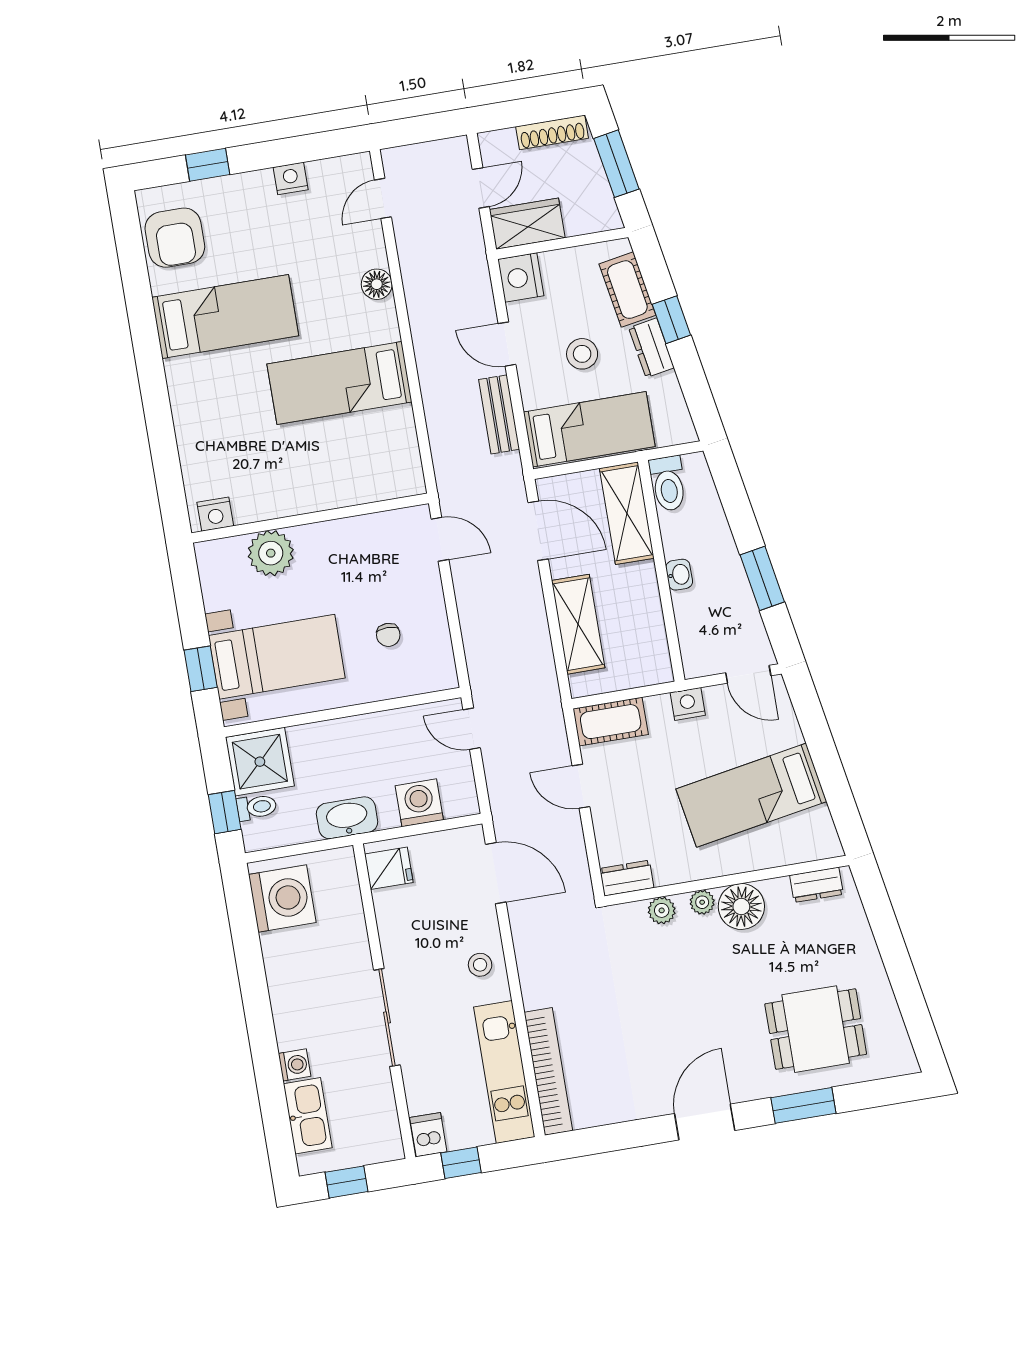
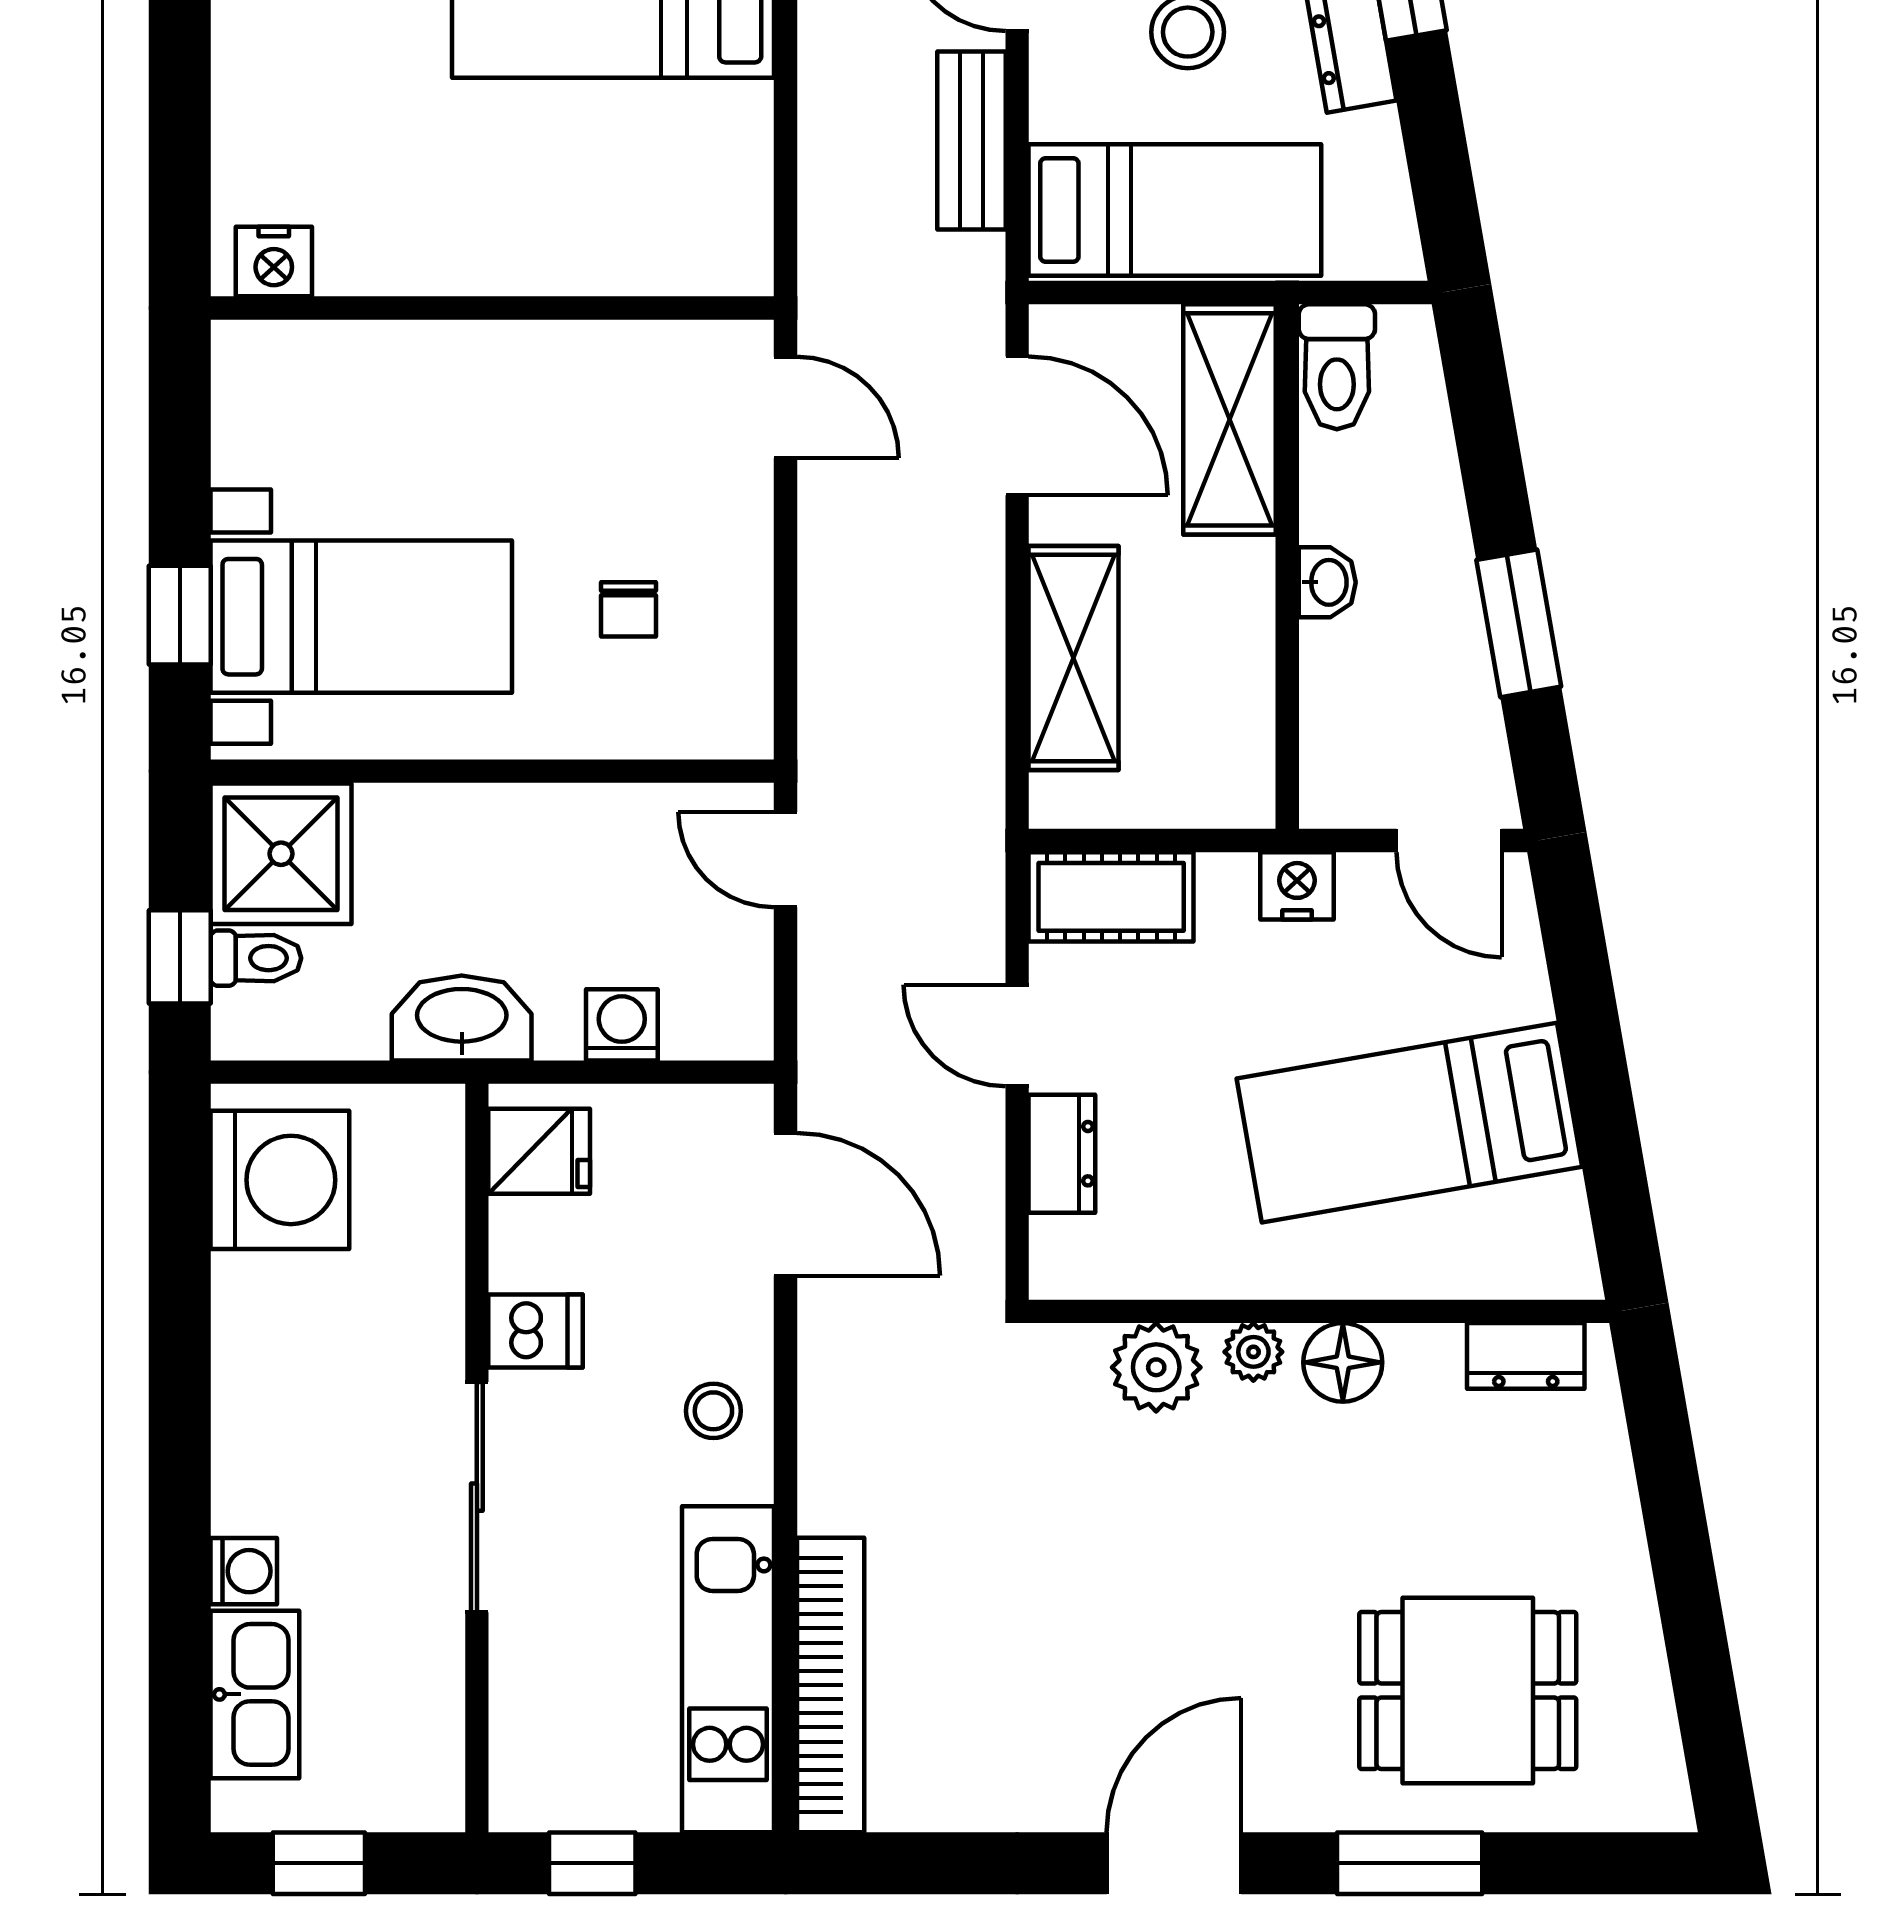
plant: (271, 553) -> (387, 374), removed
washing machine: (419, 803) -> (622, 1025), width x0.73, depth x0.73
dresser: (627, 878) -> (1062, 1154), moved, turned 90
floor lamp: (741, 907) -> (1343, 1362), width x0.73, depth x0.73
plant: (662, 910) -> (1156, 1367), width x1.38, depth x1.38
dishwasher: (428, 1135) -> (536, 1331), moved, turned 90

